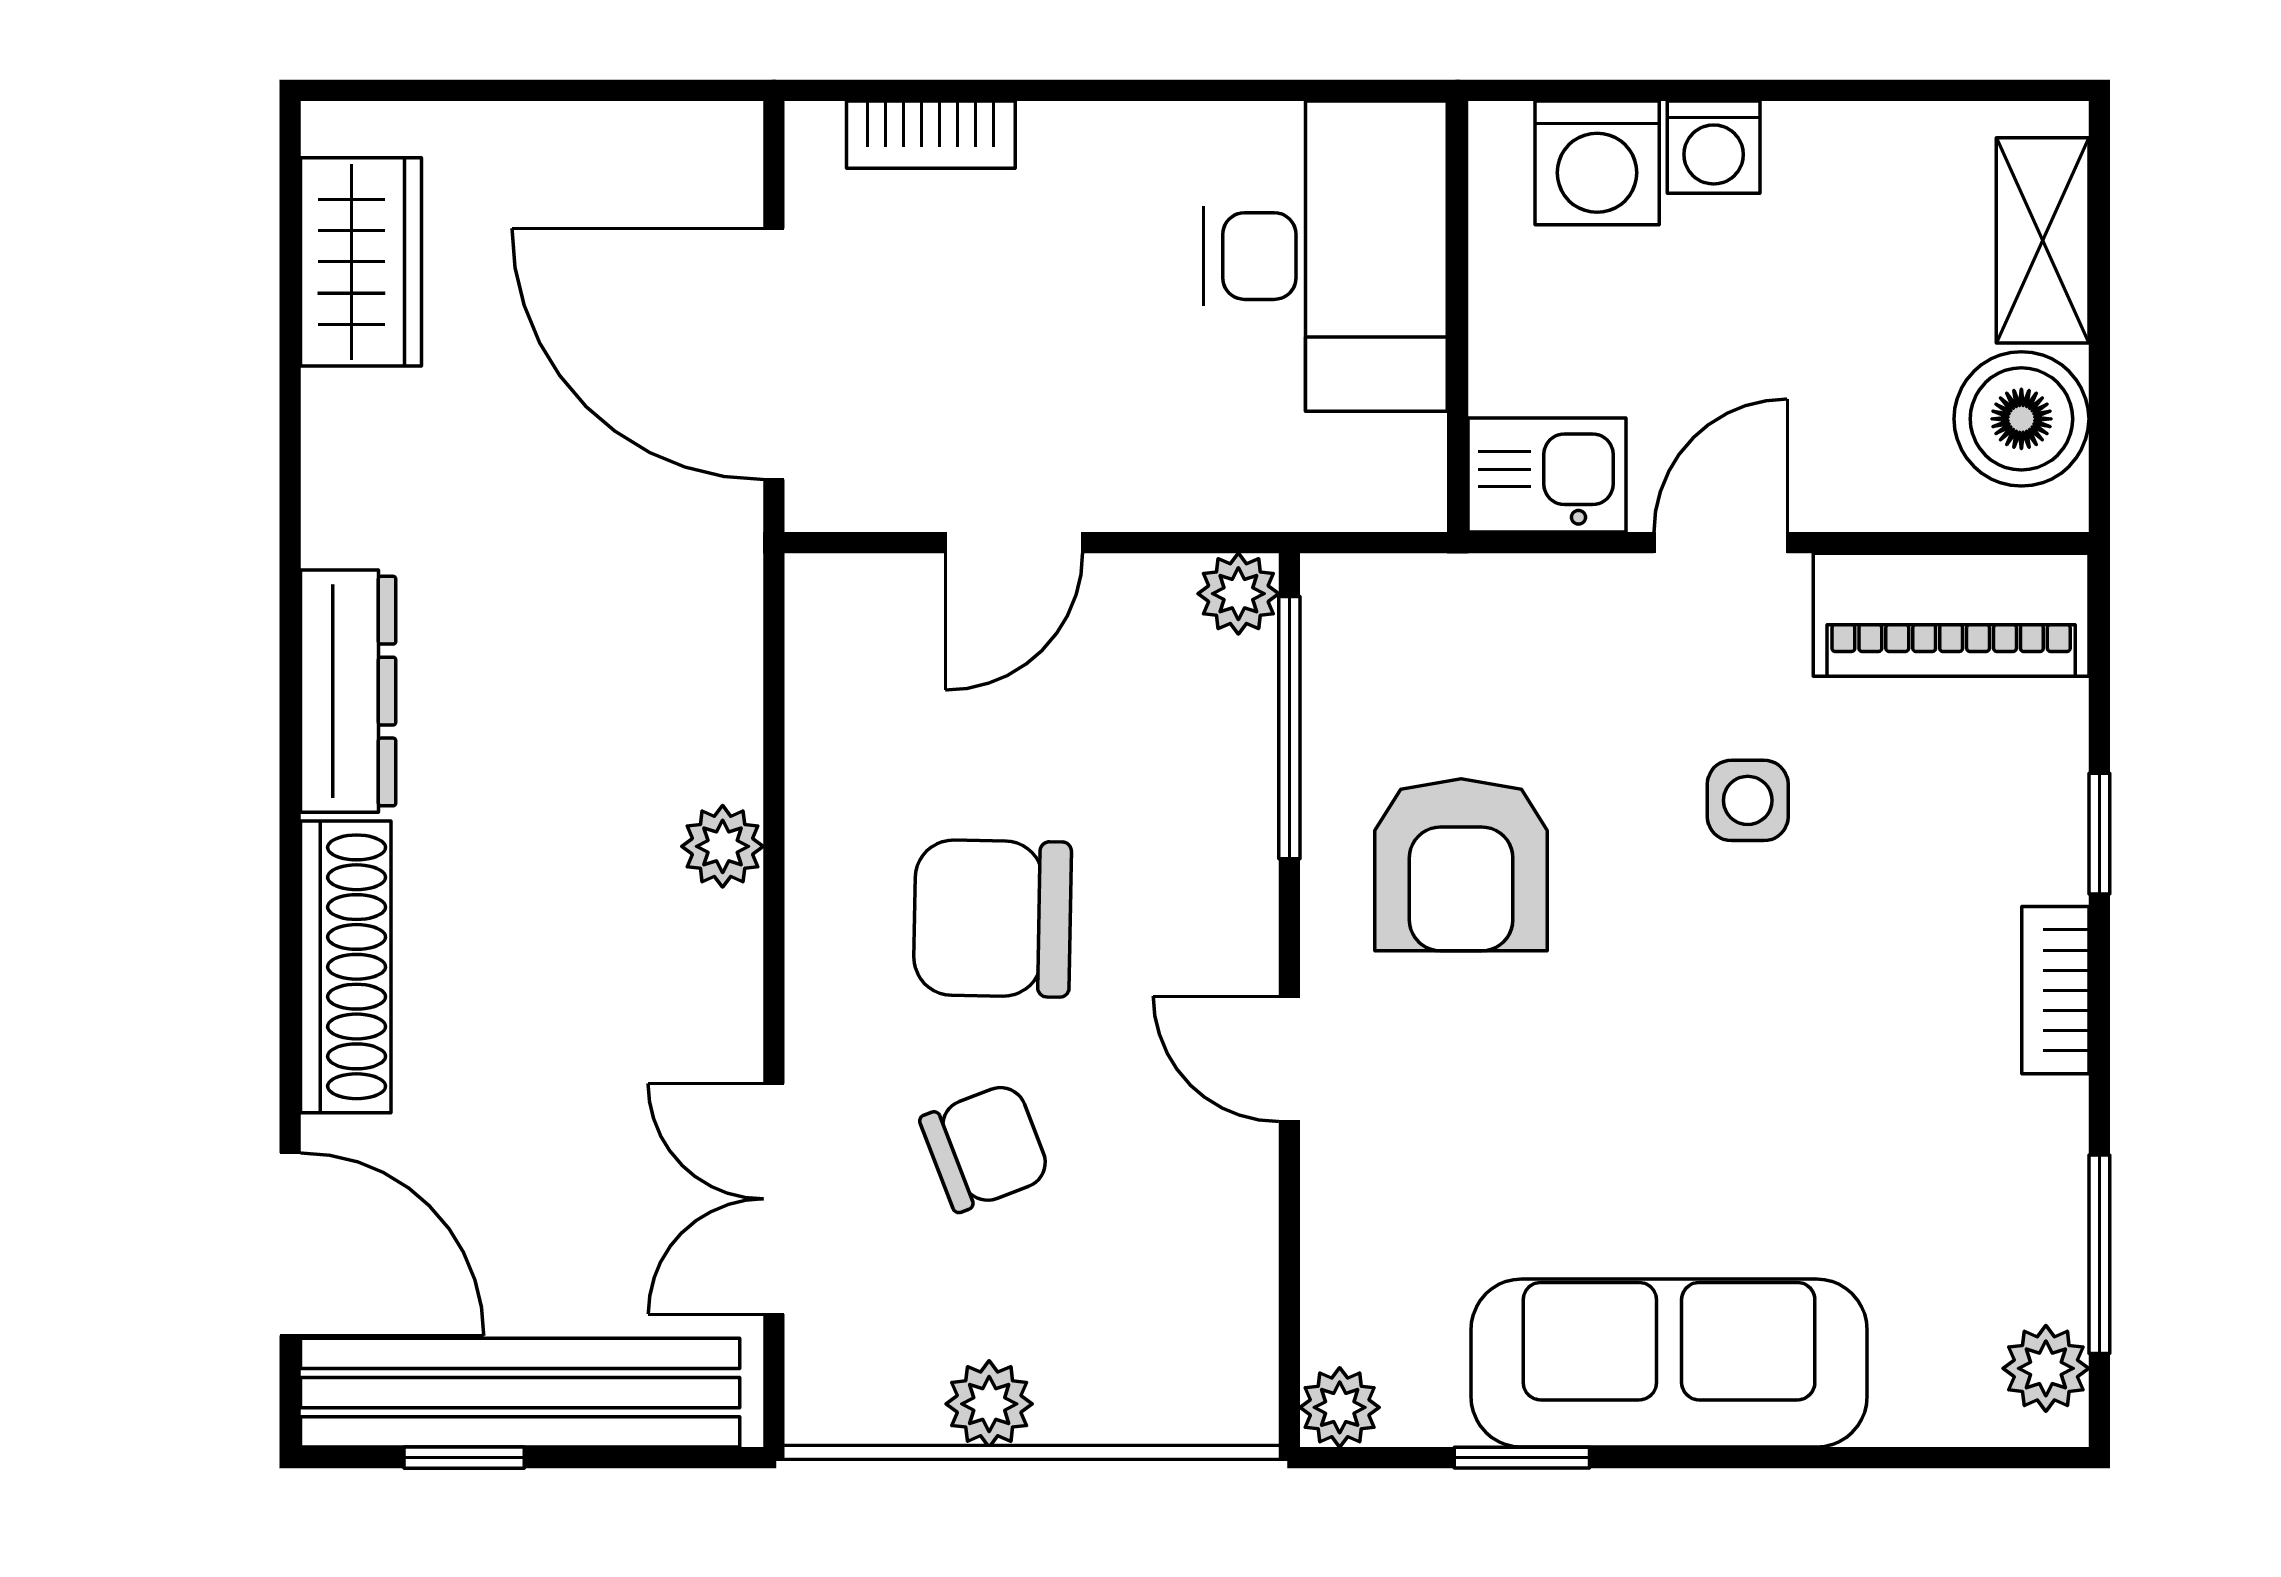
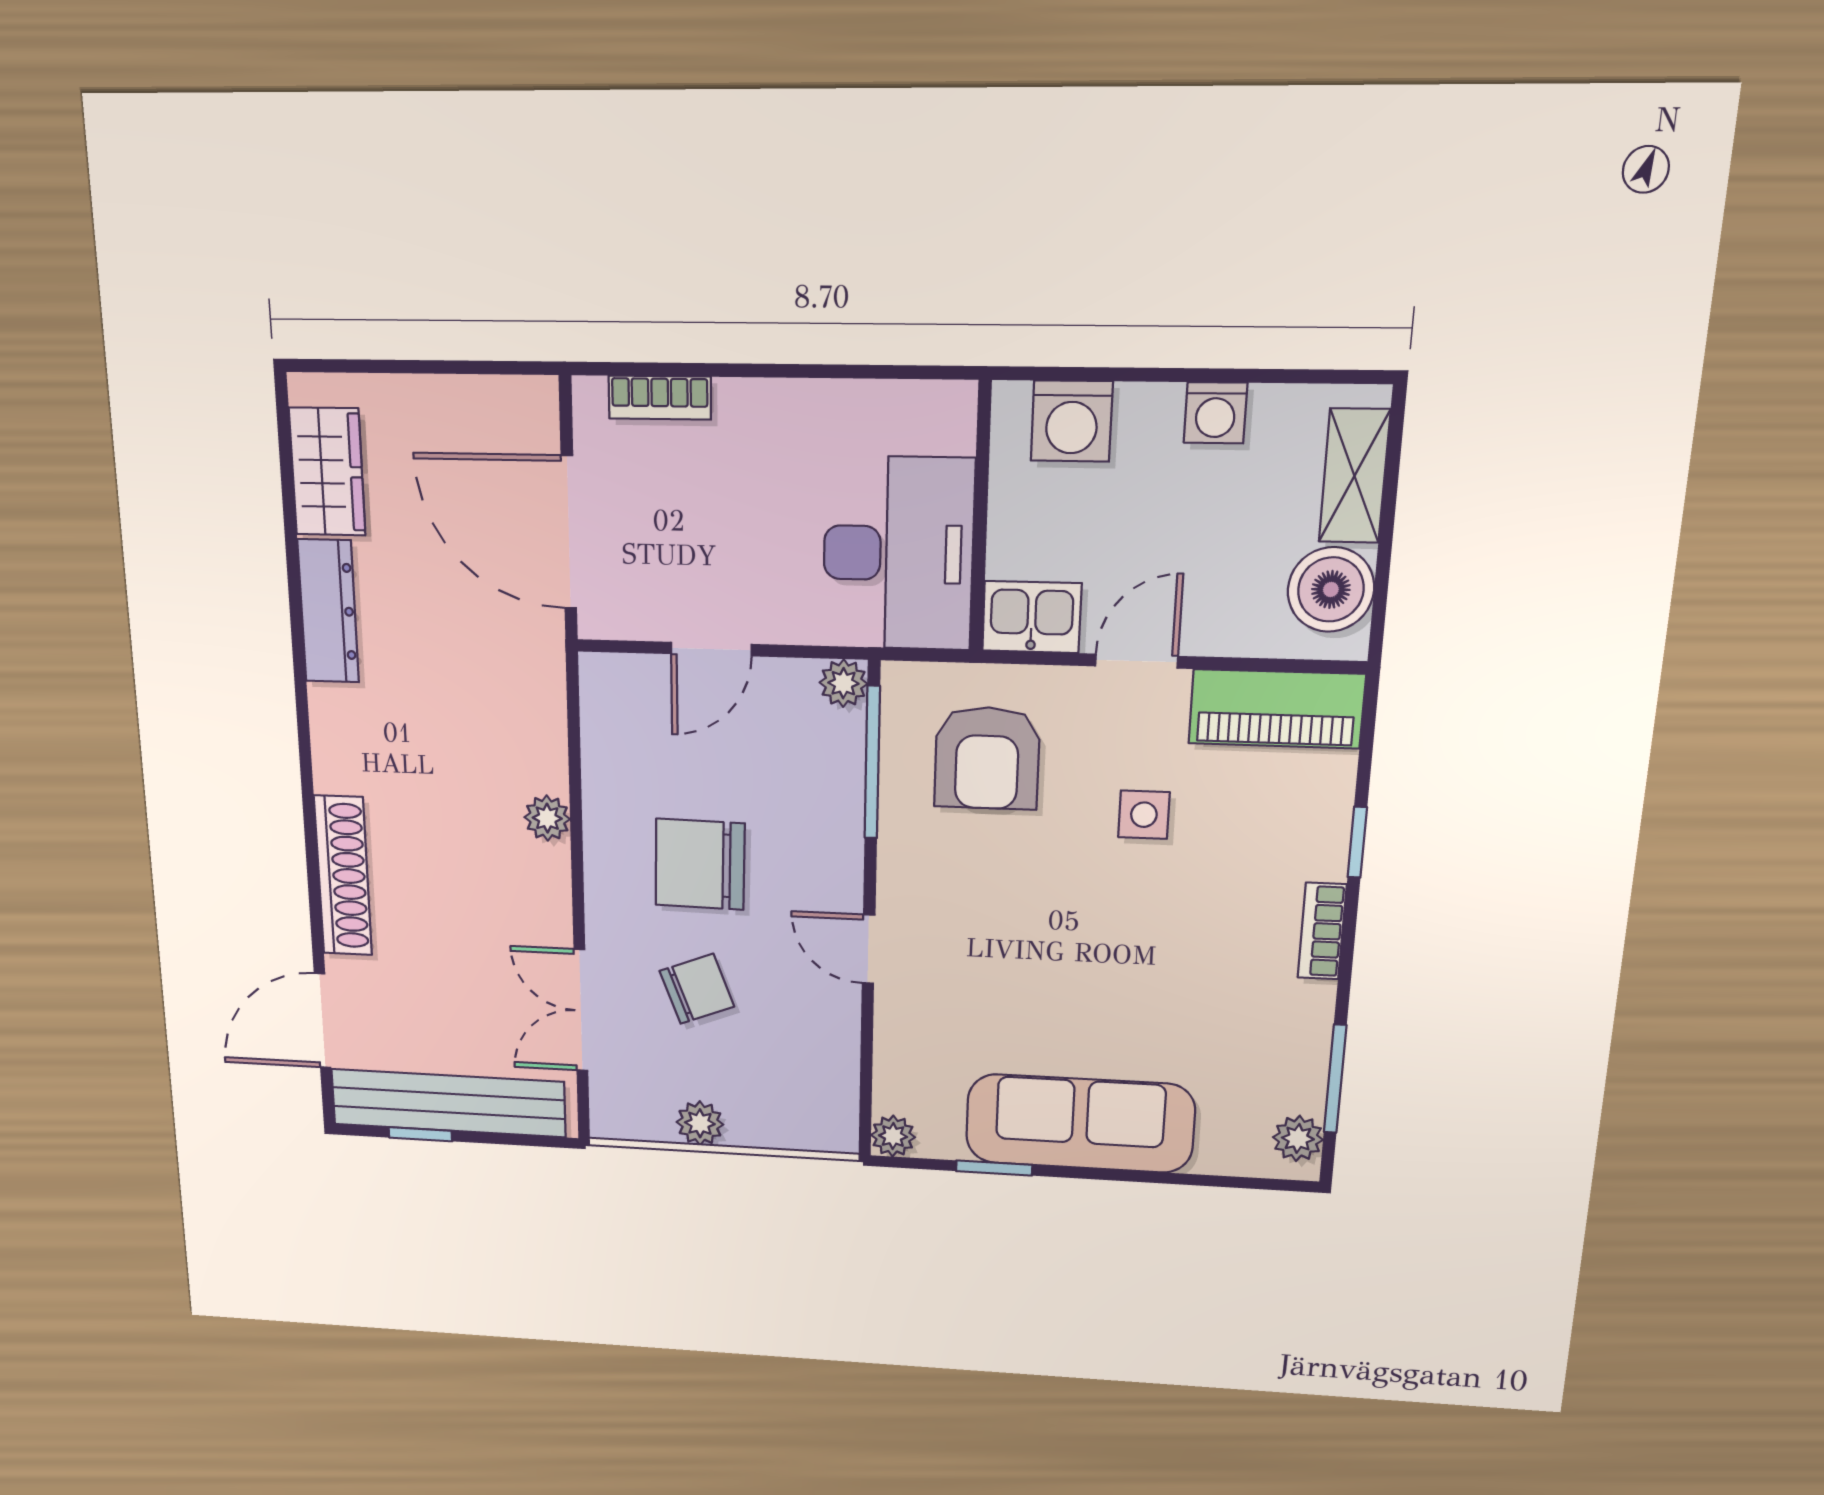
washing machine: (1714, 147) -> (1215, 413), moved
desk: (1325, 256) -> (898, 554), moved
dresser: (348, 691) -> (328, 611), moved
armchair: (1461, 865) -> (987, 758), moved
door: (290, 1244) -> (323, 1021), swing flipped

